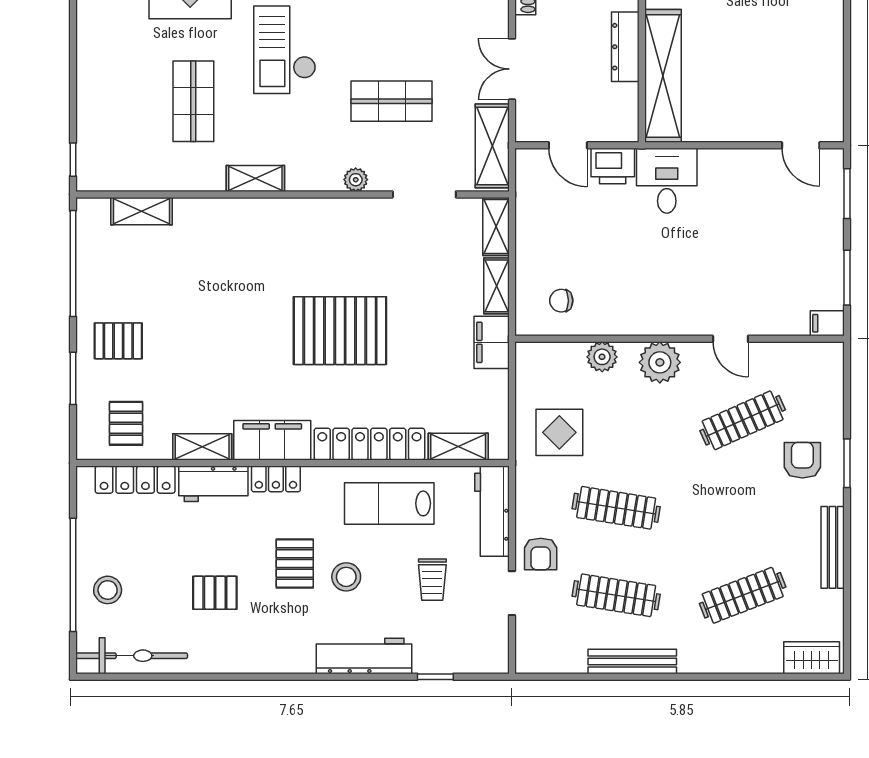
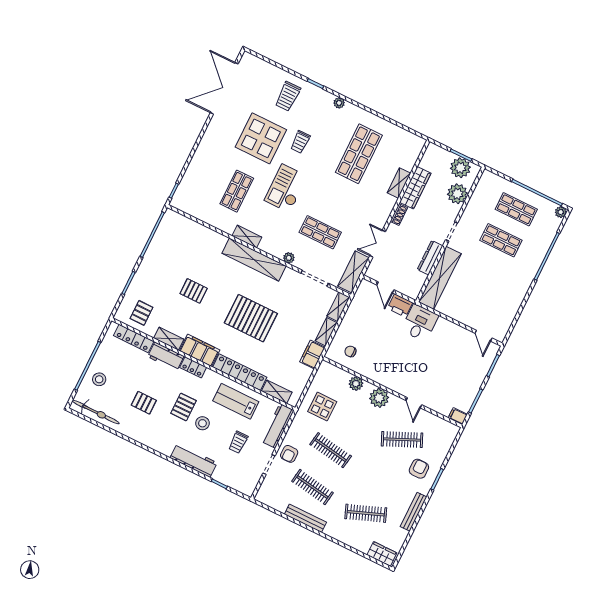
shelving: (141, 211) -> (254, 260), moved, width x2.20, depth x1.33
pallet: (118, 341) -> (194, 291), moved

